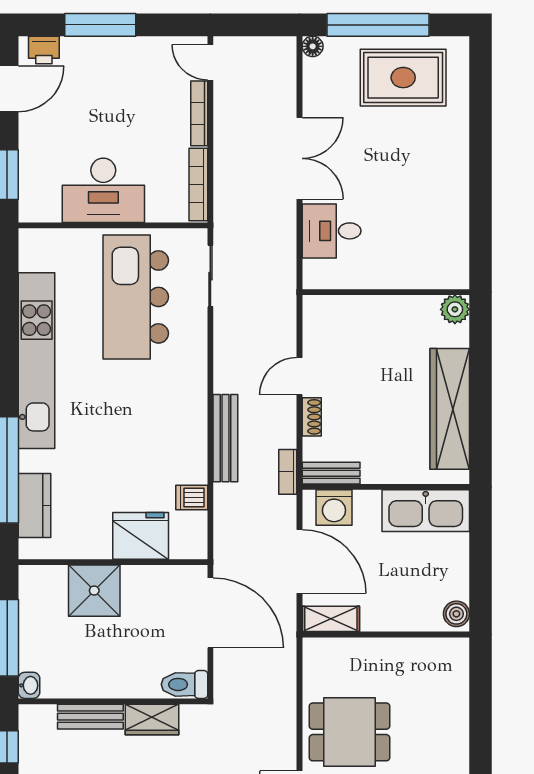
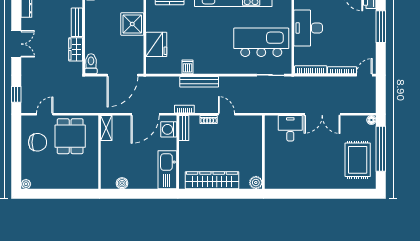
dishwasher: (192, 497) -> (187, 67), moved
shelving: (331, 619) -> (106, 128), moved
wall: (386, 634) -> (99, 152), moved

